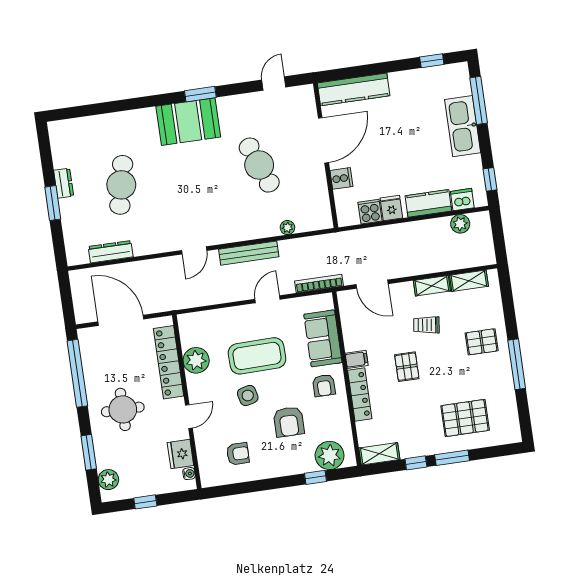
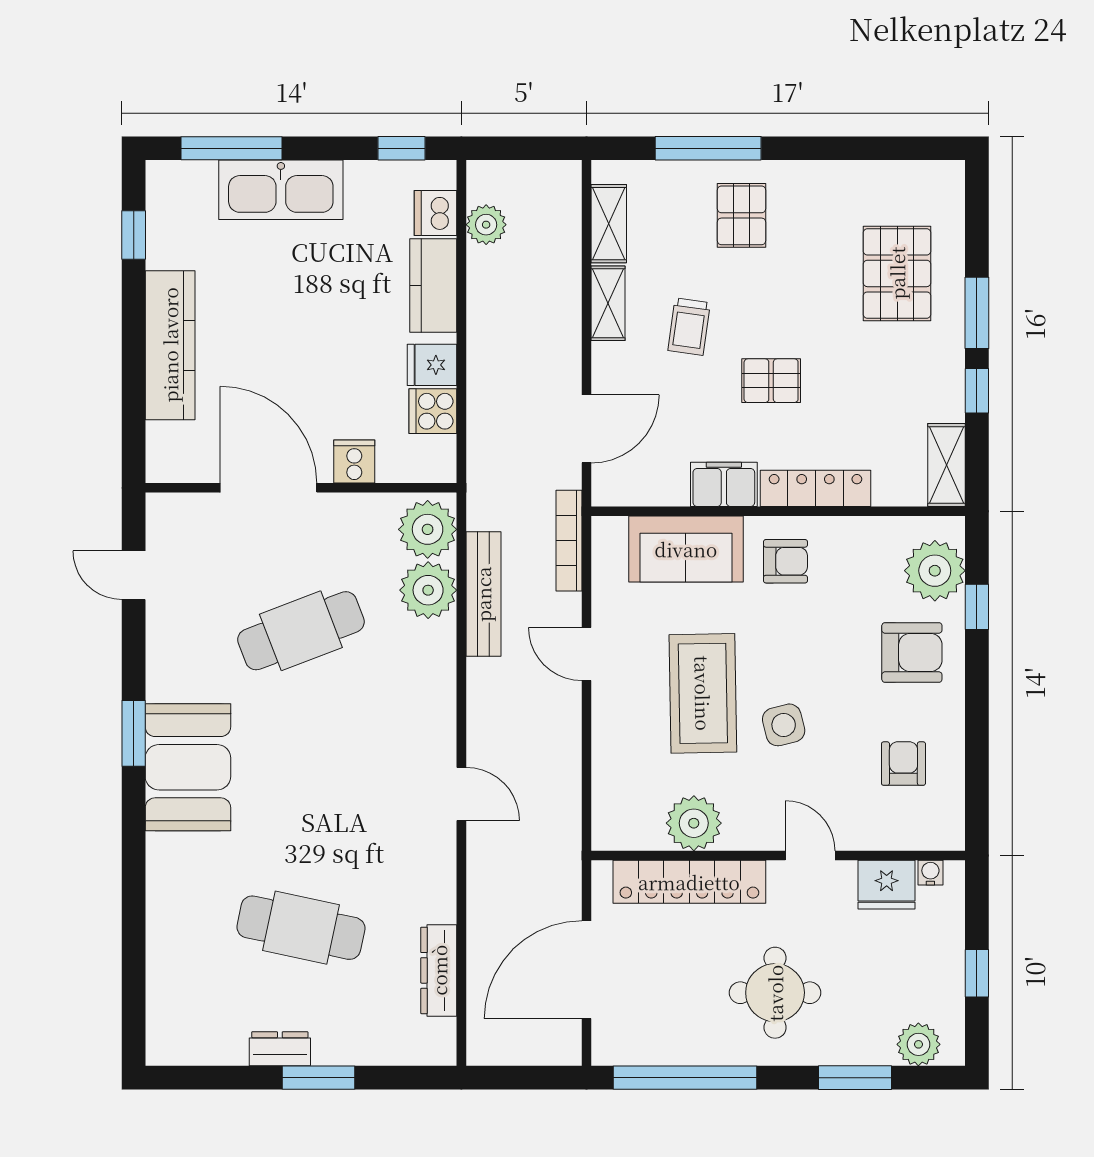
kitchen counter: (354, 89) -> (170, 345), moved
plant: (315, 217) -> (428, 529), added
plant: (287, 228) -> (428, 590), width x1.87, depth x1.87
bench: (249, 253) -> (483, 594), moved
filing cabinet: (357, 359) -> (724, 484), width x2.00
window: (517, 364) -> (708, 148), moved
armchair: (289, 422) -> (912, 652), moved

